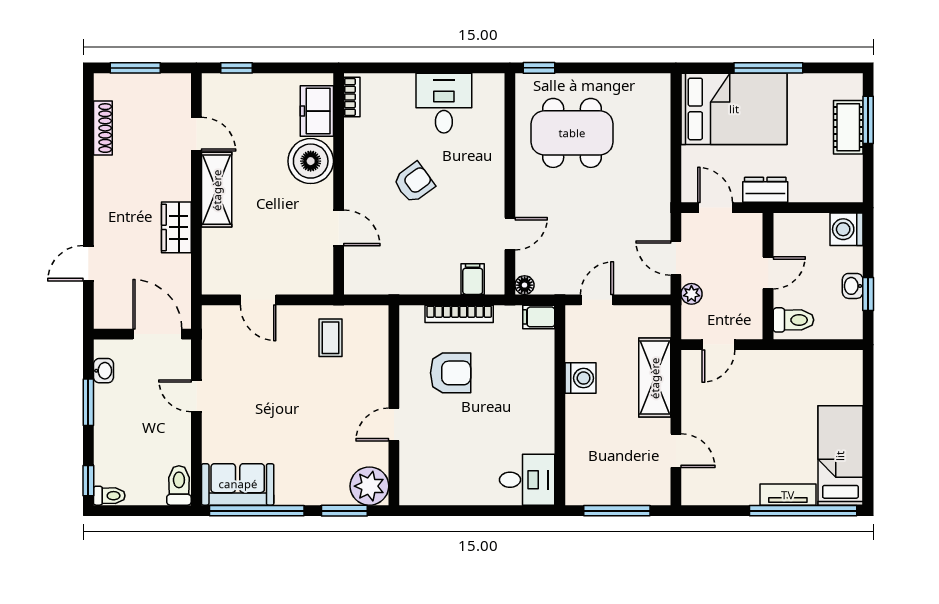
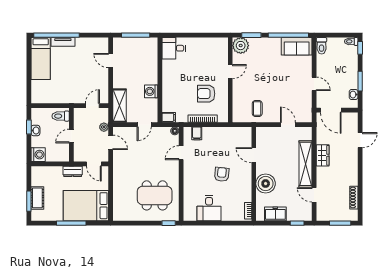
freezer: (317, 111) -> (275, 214), moved, turned -90
armchair: (414, 183) -> (222, 174), turned 132
shelving: (217, 190) -> (306, 164), width x1.47
shelving: (655, 378) -> (120, 106), moved

